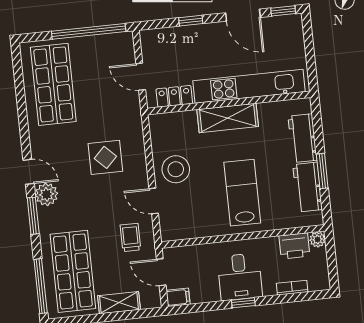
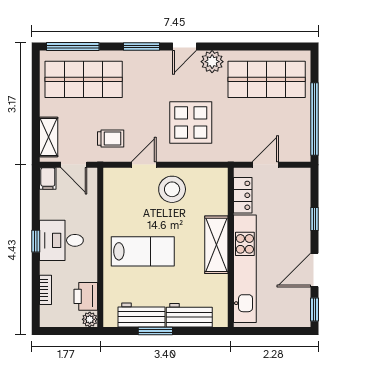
display table: (105, 157) -> (191, 122), width x1.36, depth x1.36
plant: (46, 194) -> (212, 62), moved
door: (161, 272) -> (74, 165), swing flipped
shelving: (119, 303) -> (49, 137), moved

